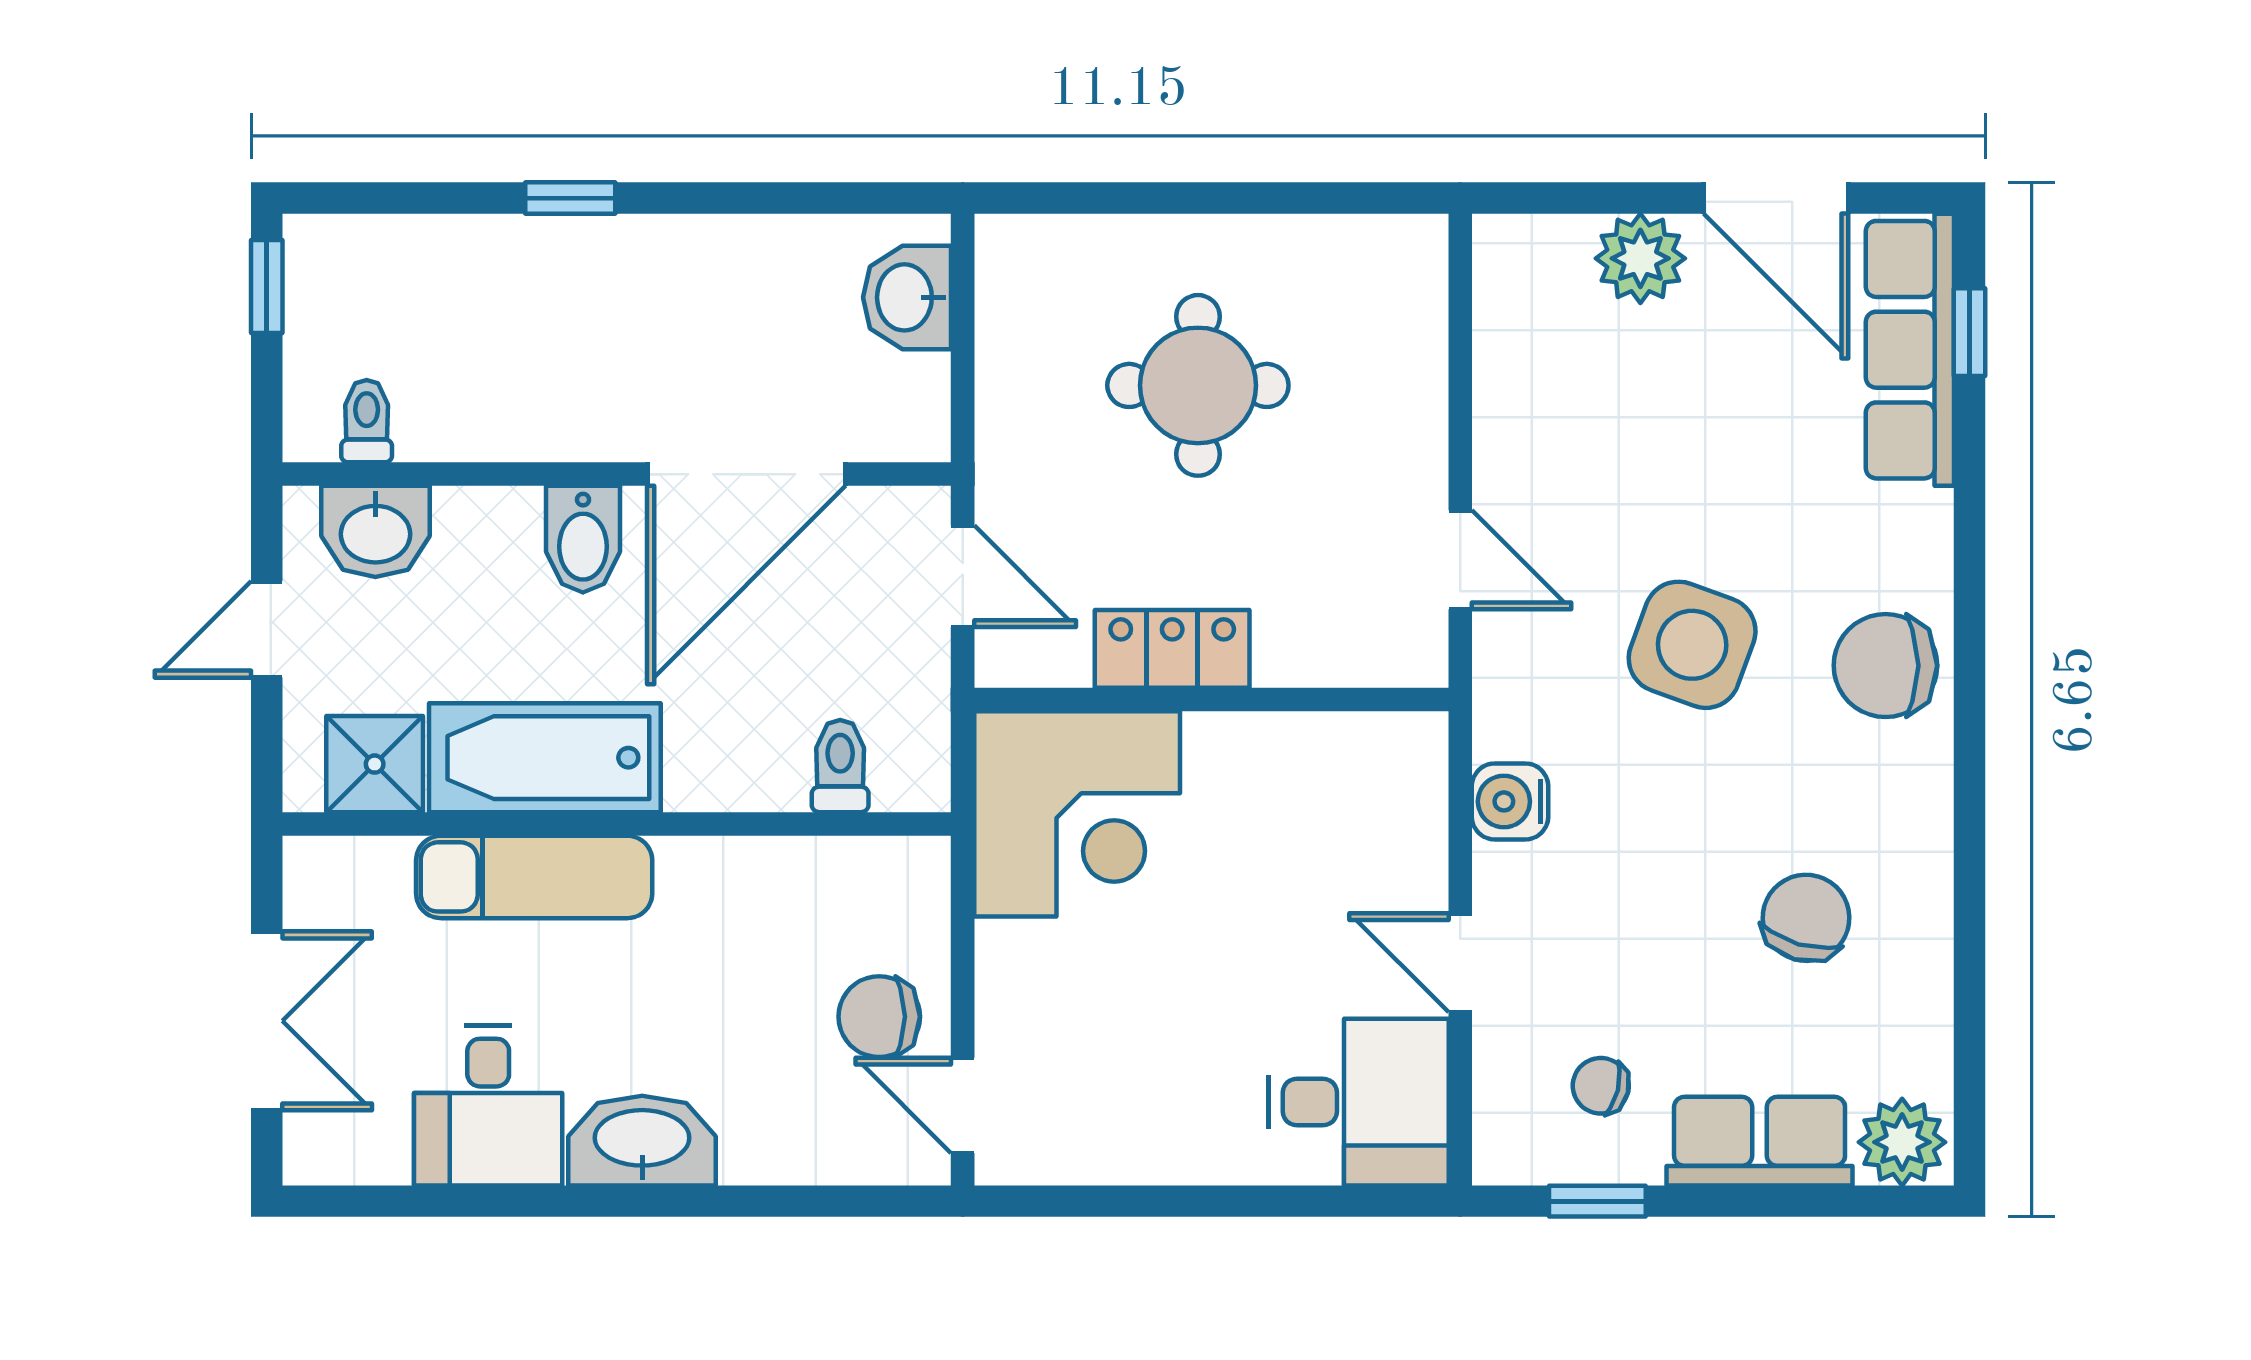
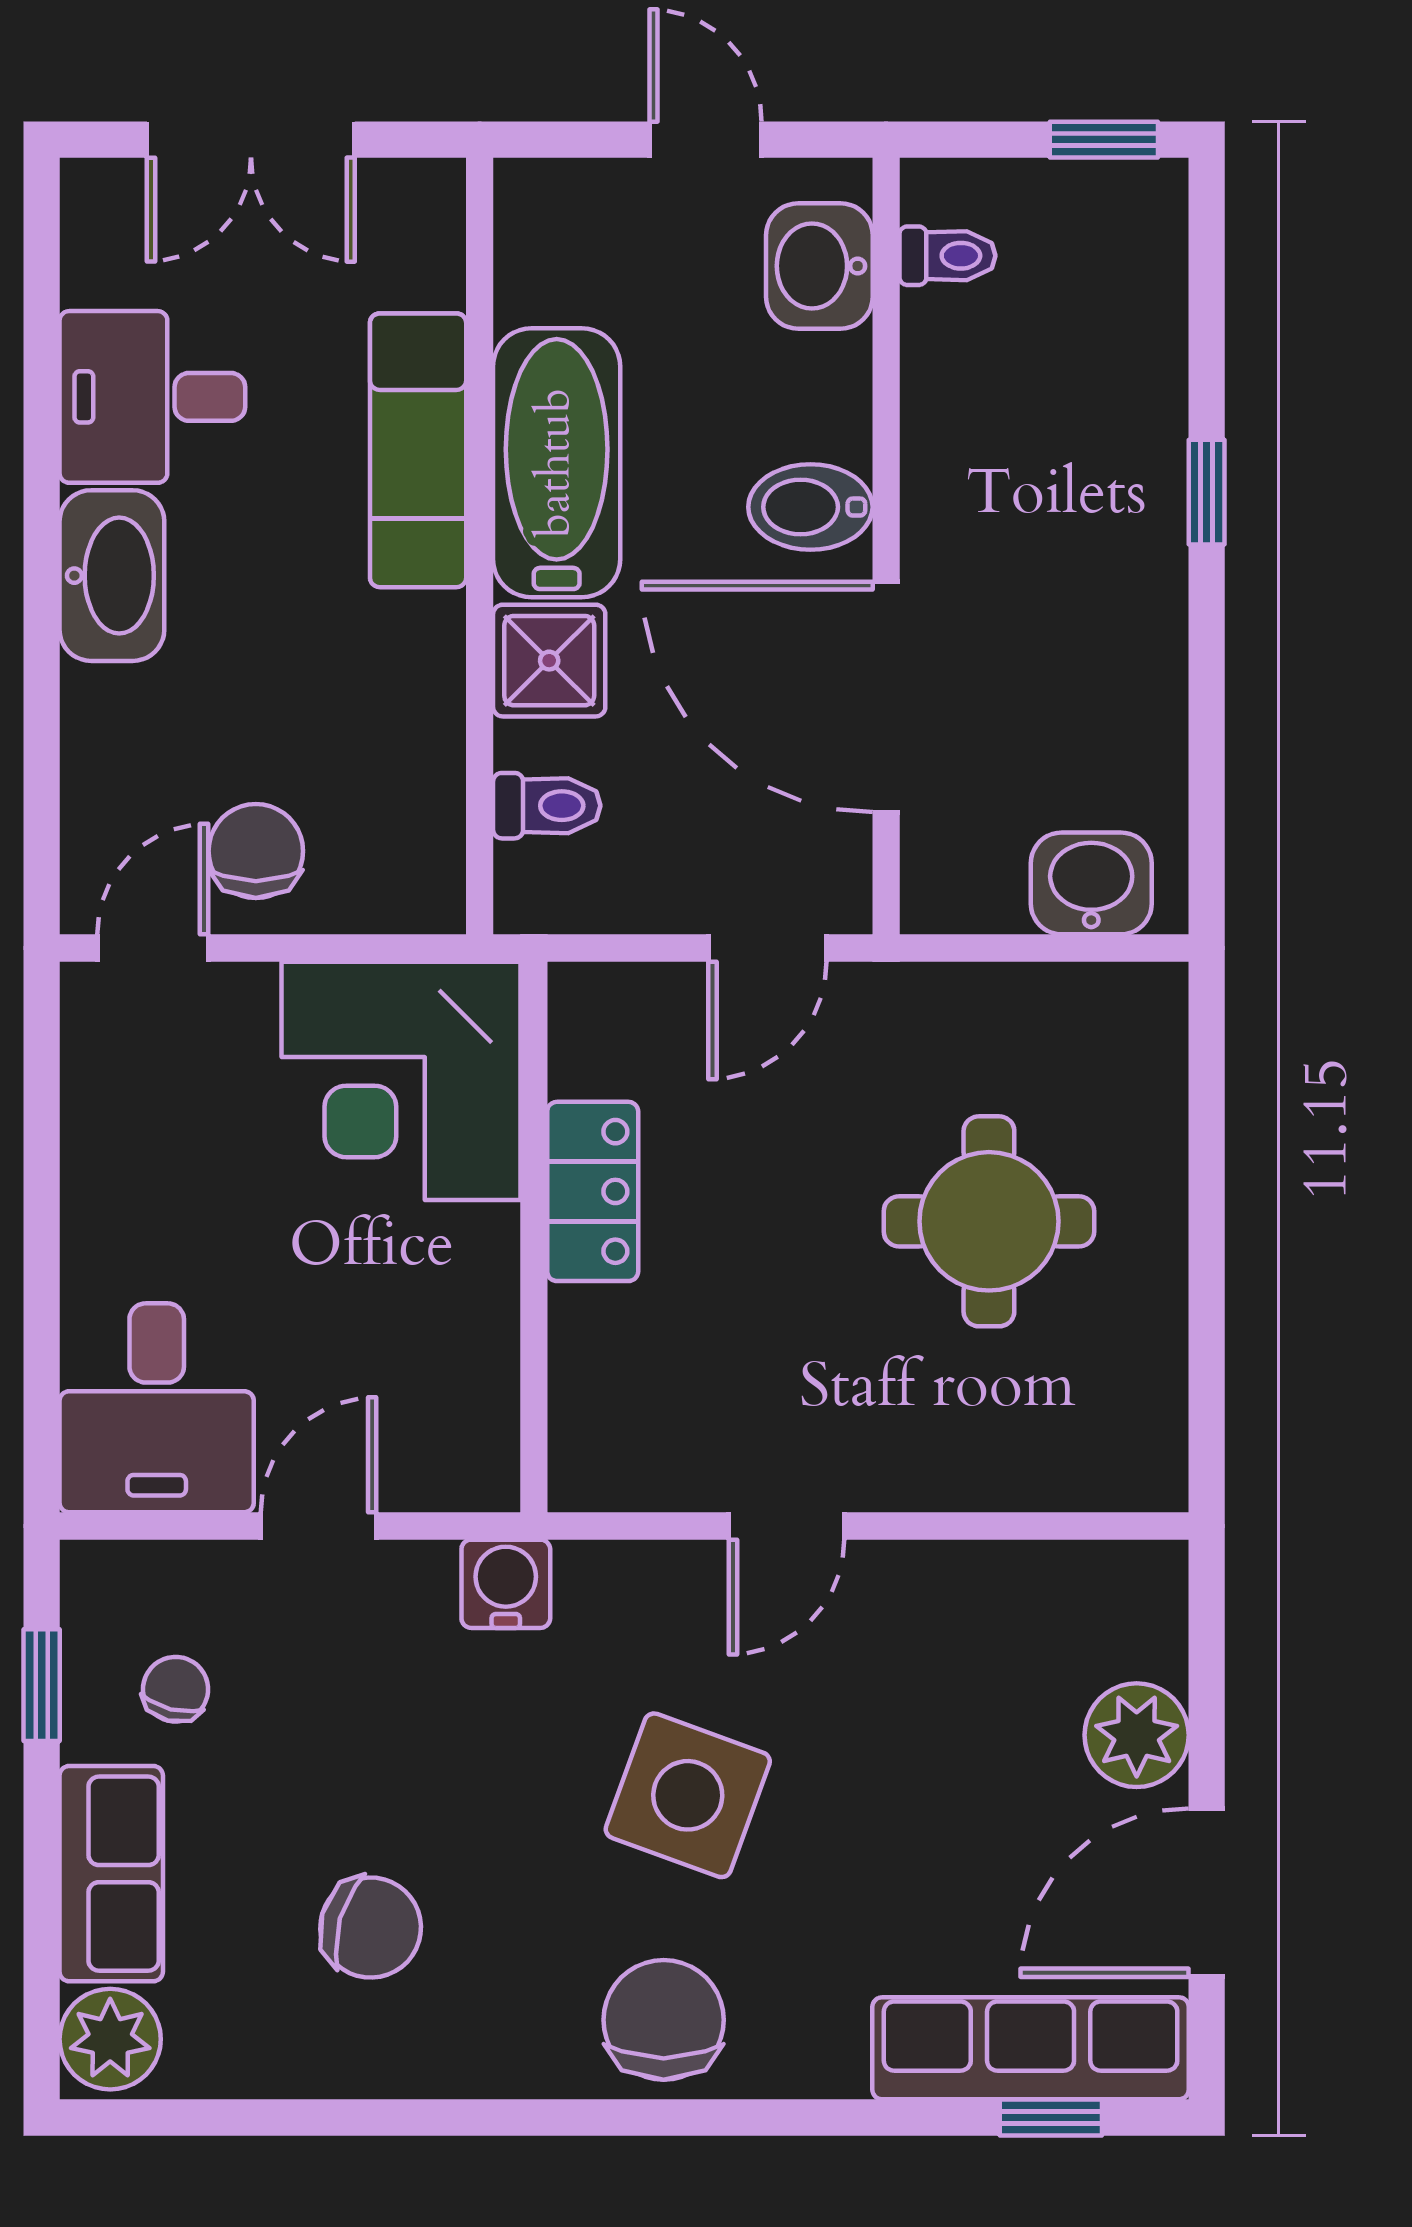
locker: (1172, 649) -> (593, 1191), moved
wall: (1211, 700) -> (534, 1237), moved
shower: (375, 764) -> (549, 661), moved
corner desk: (1077, 814) -> (401, 1081), moved

